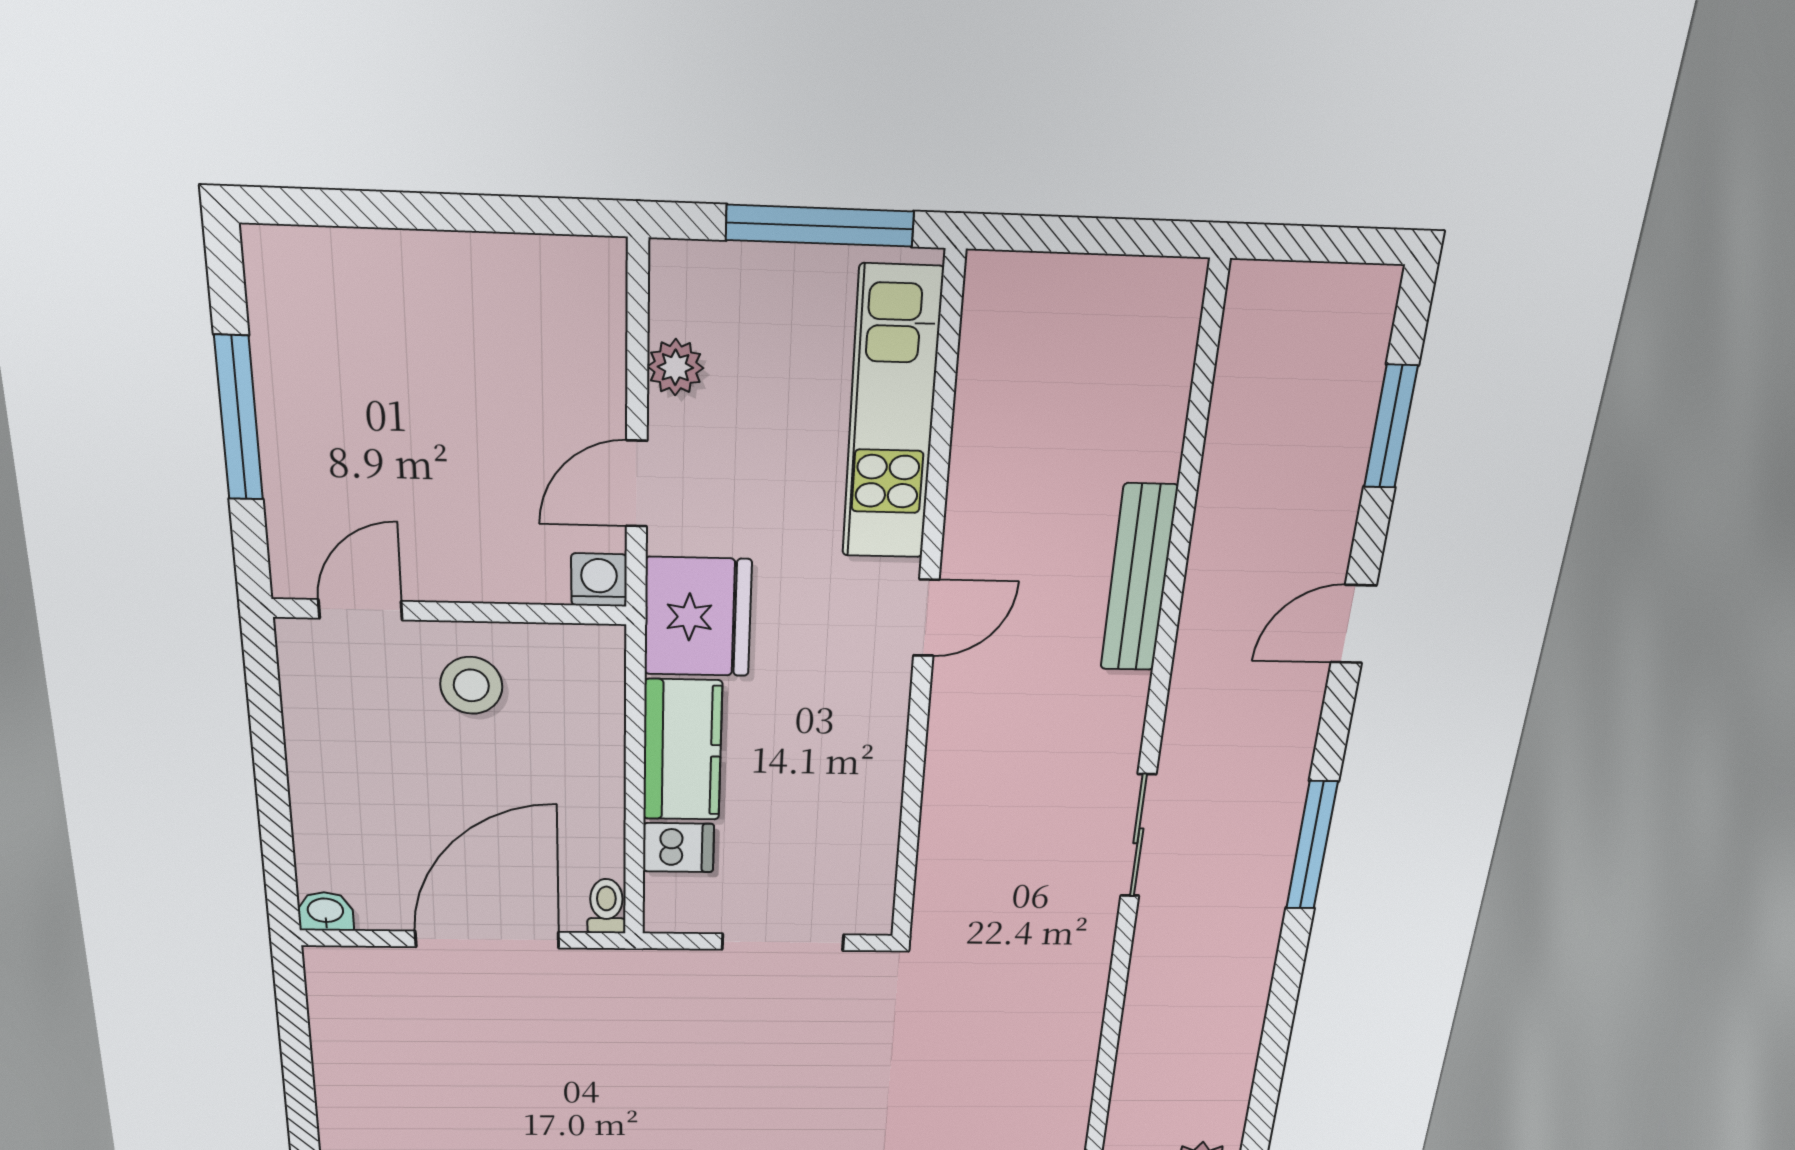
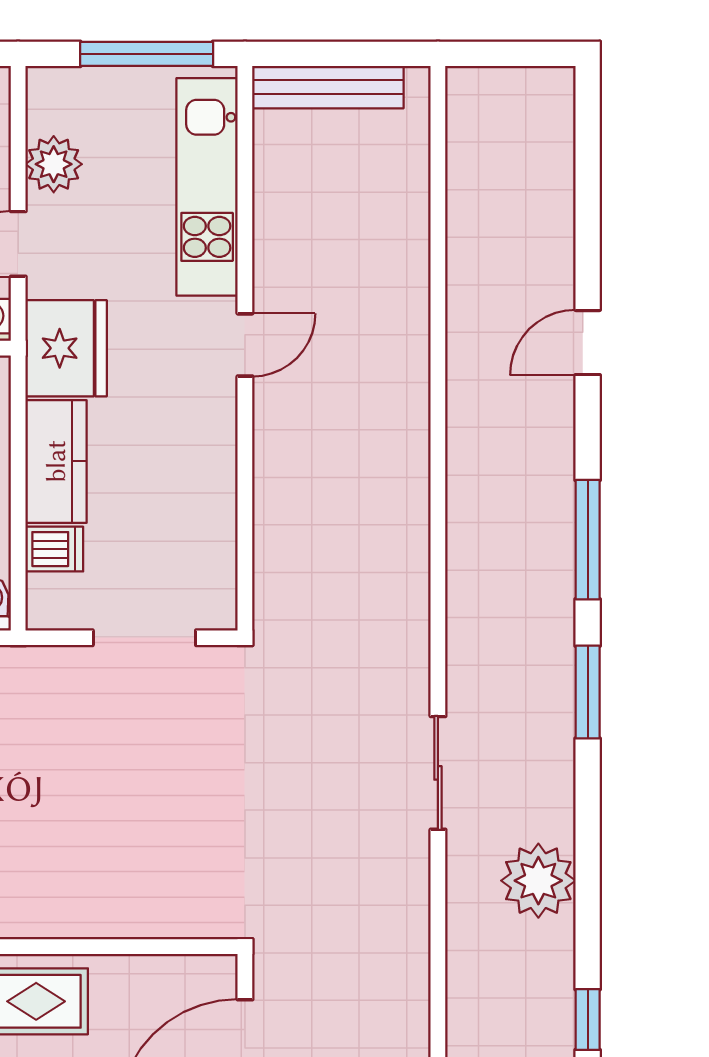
plant: (675, 367) -> (54, 164), width x1.38, depth x1.38
window: (1391, 427) -> (588, 692), moved
bench: (1139, 578) -> (328, 87), moved, turned 90
sliding door: (1138, 836) -> (438, 773), moved

